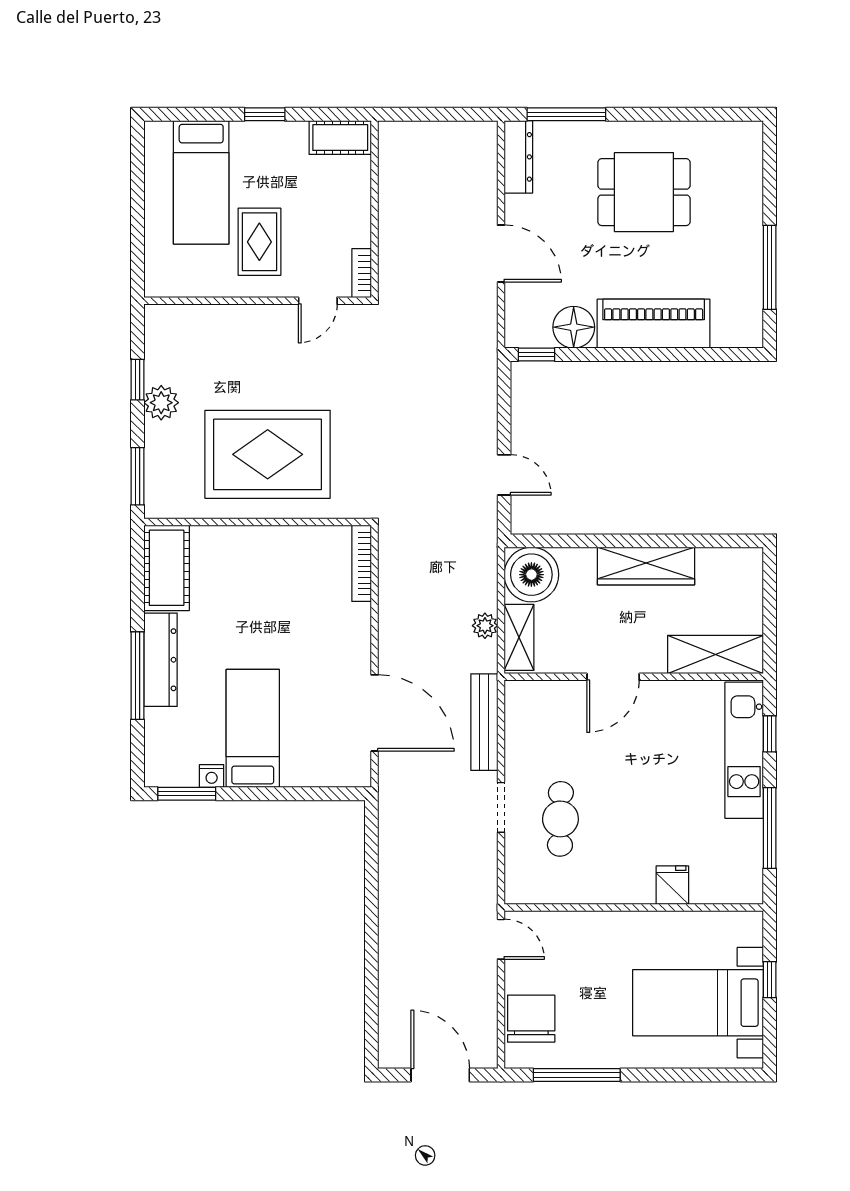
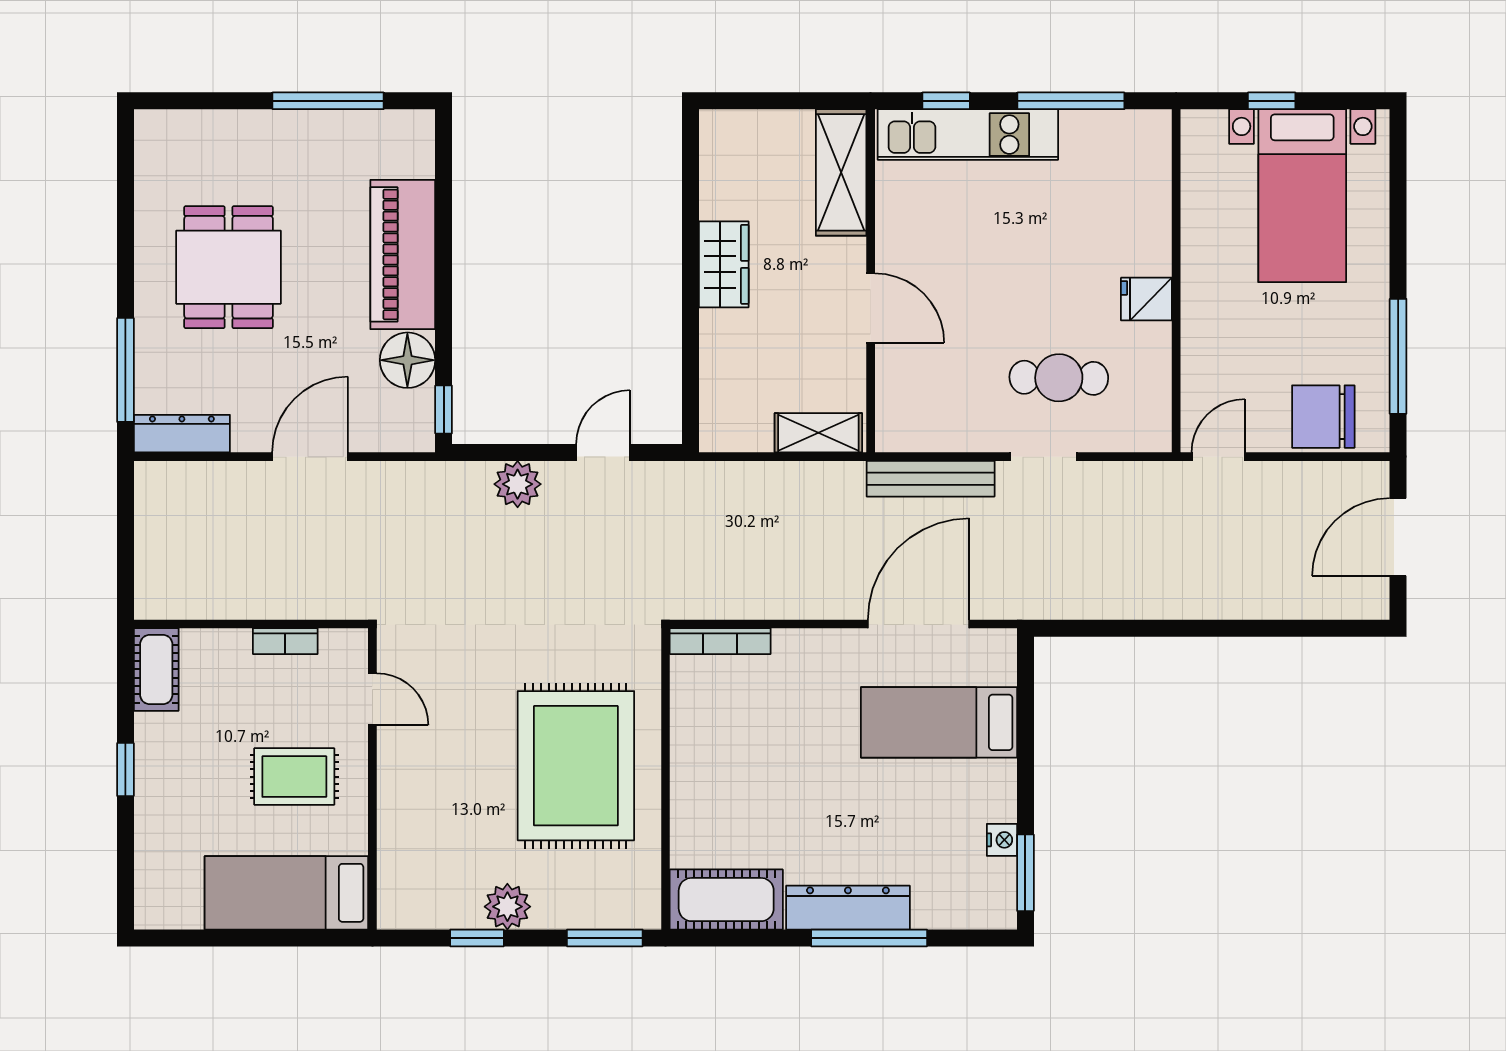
bed: (201, 182) -> (286, 893), moved, turned 180
bookcase: (362, 273) -> (285, 641), moved
wardrobe: (646, 566) -> (724, 264), width x0.67
boiler: (531, 575) -> (735, 416), removed
plant: (485, 626) -> (518, 484), moved, width x1.38, depth x1.38
bed: (253, 728) -> (939, 722), moved
fridge: (672, 885) -> (1146, 299), moved

